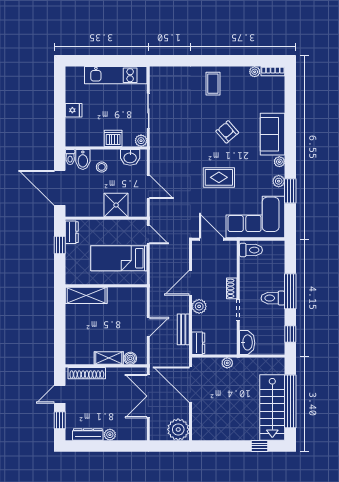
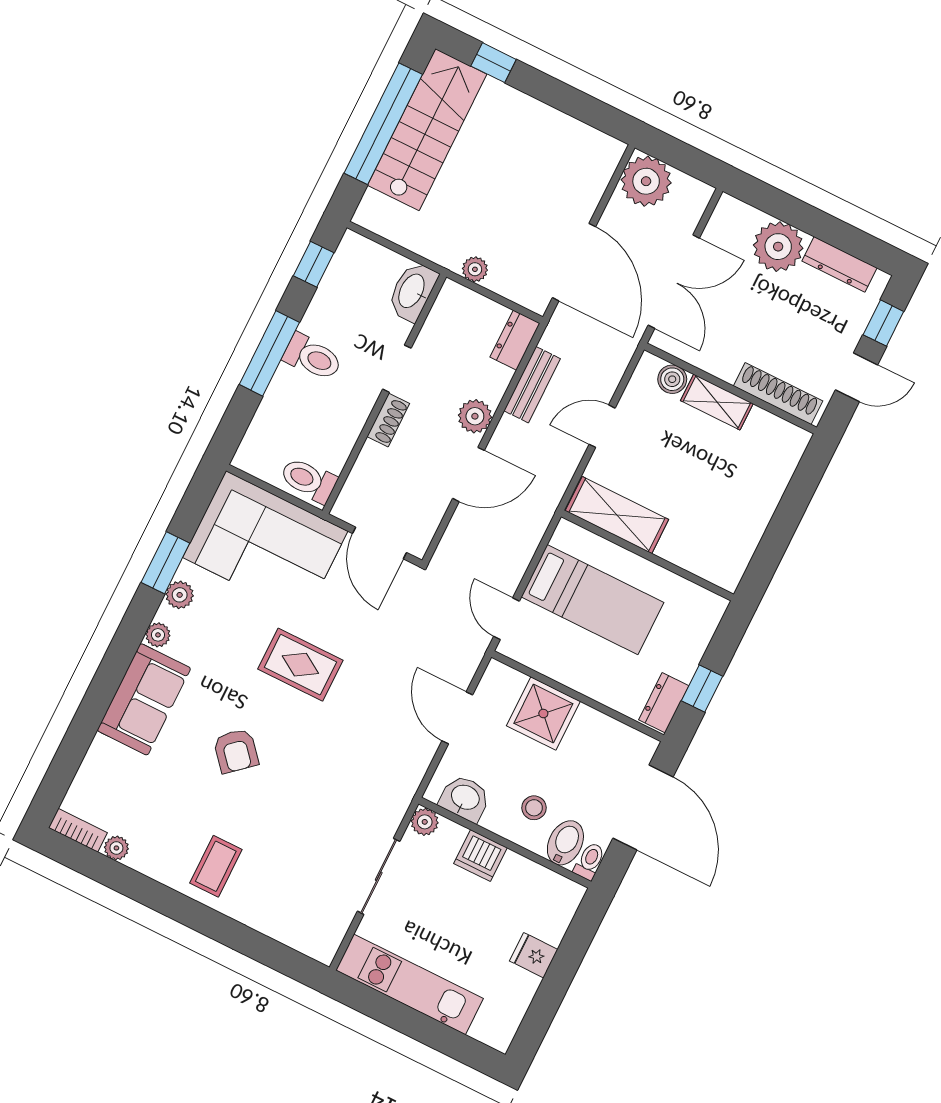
shelving: (86, 295) -> (617, 515), moved
plant: (110, 435) -> (778, 247), width x1.87, depth x1.87

